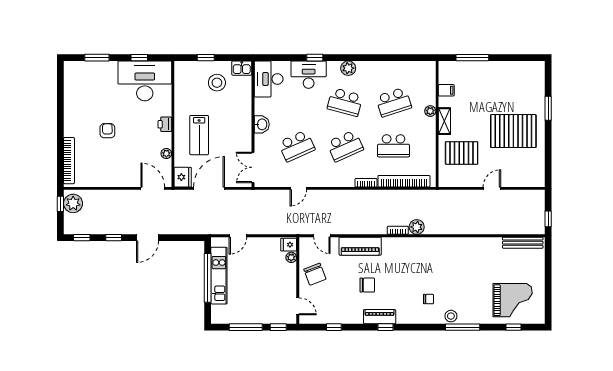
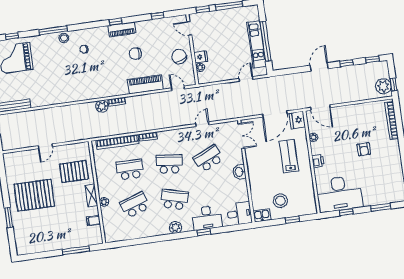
desk: (269, 79) -> (239, 214), width x0.73
school desk: (345, 146) -> (169, 164), turned 30
fridge: (289, 245) -> (201, 57), moved

